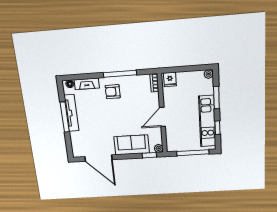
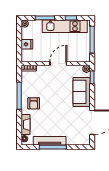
fridge: (170, 79) -> (27, 44), moved
door: (162, 117) -> (58, 64), swing flipped

